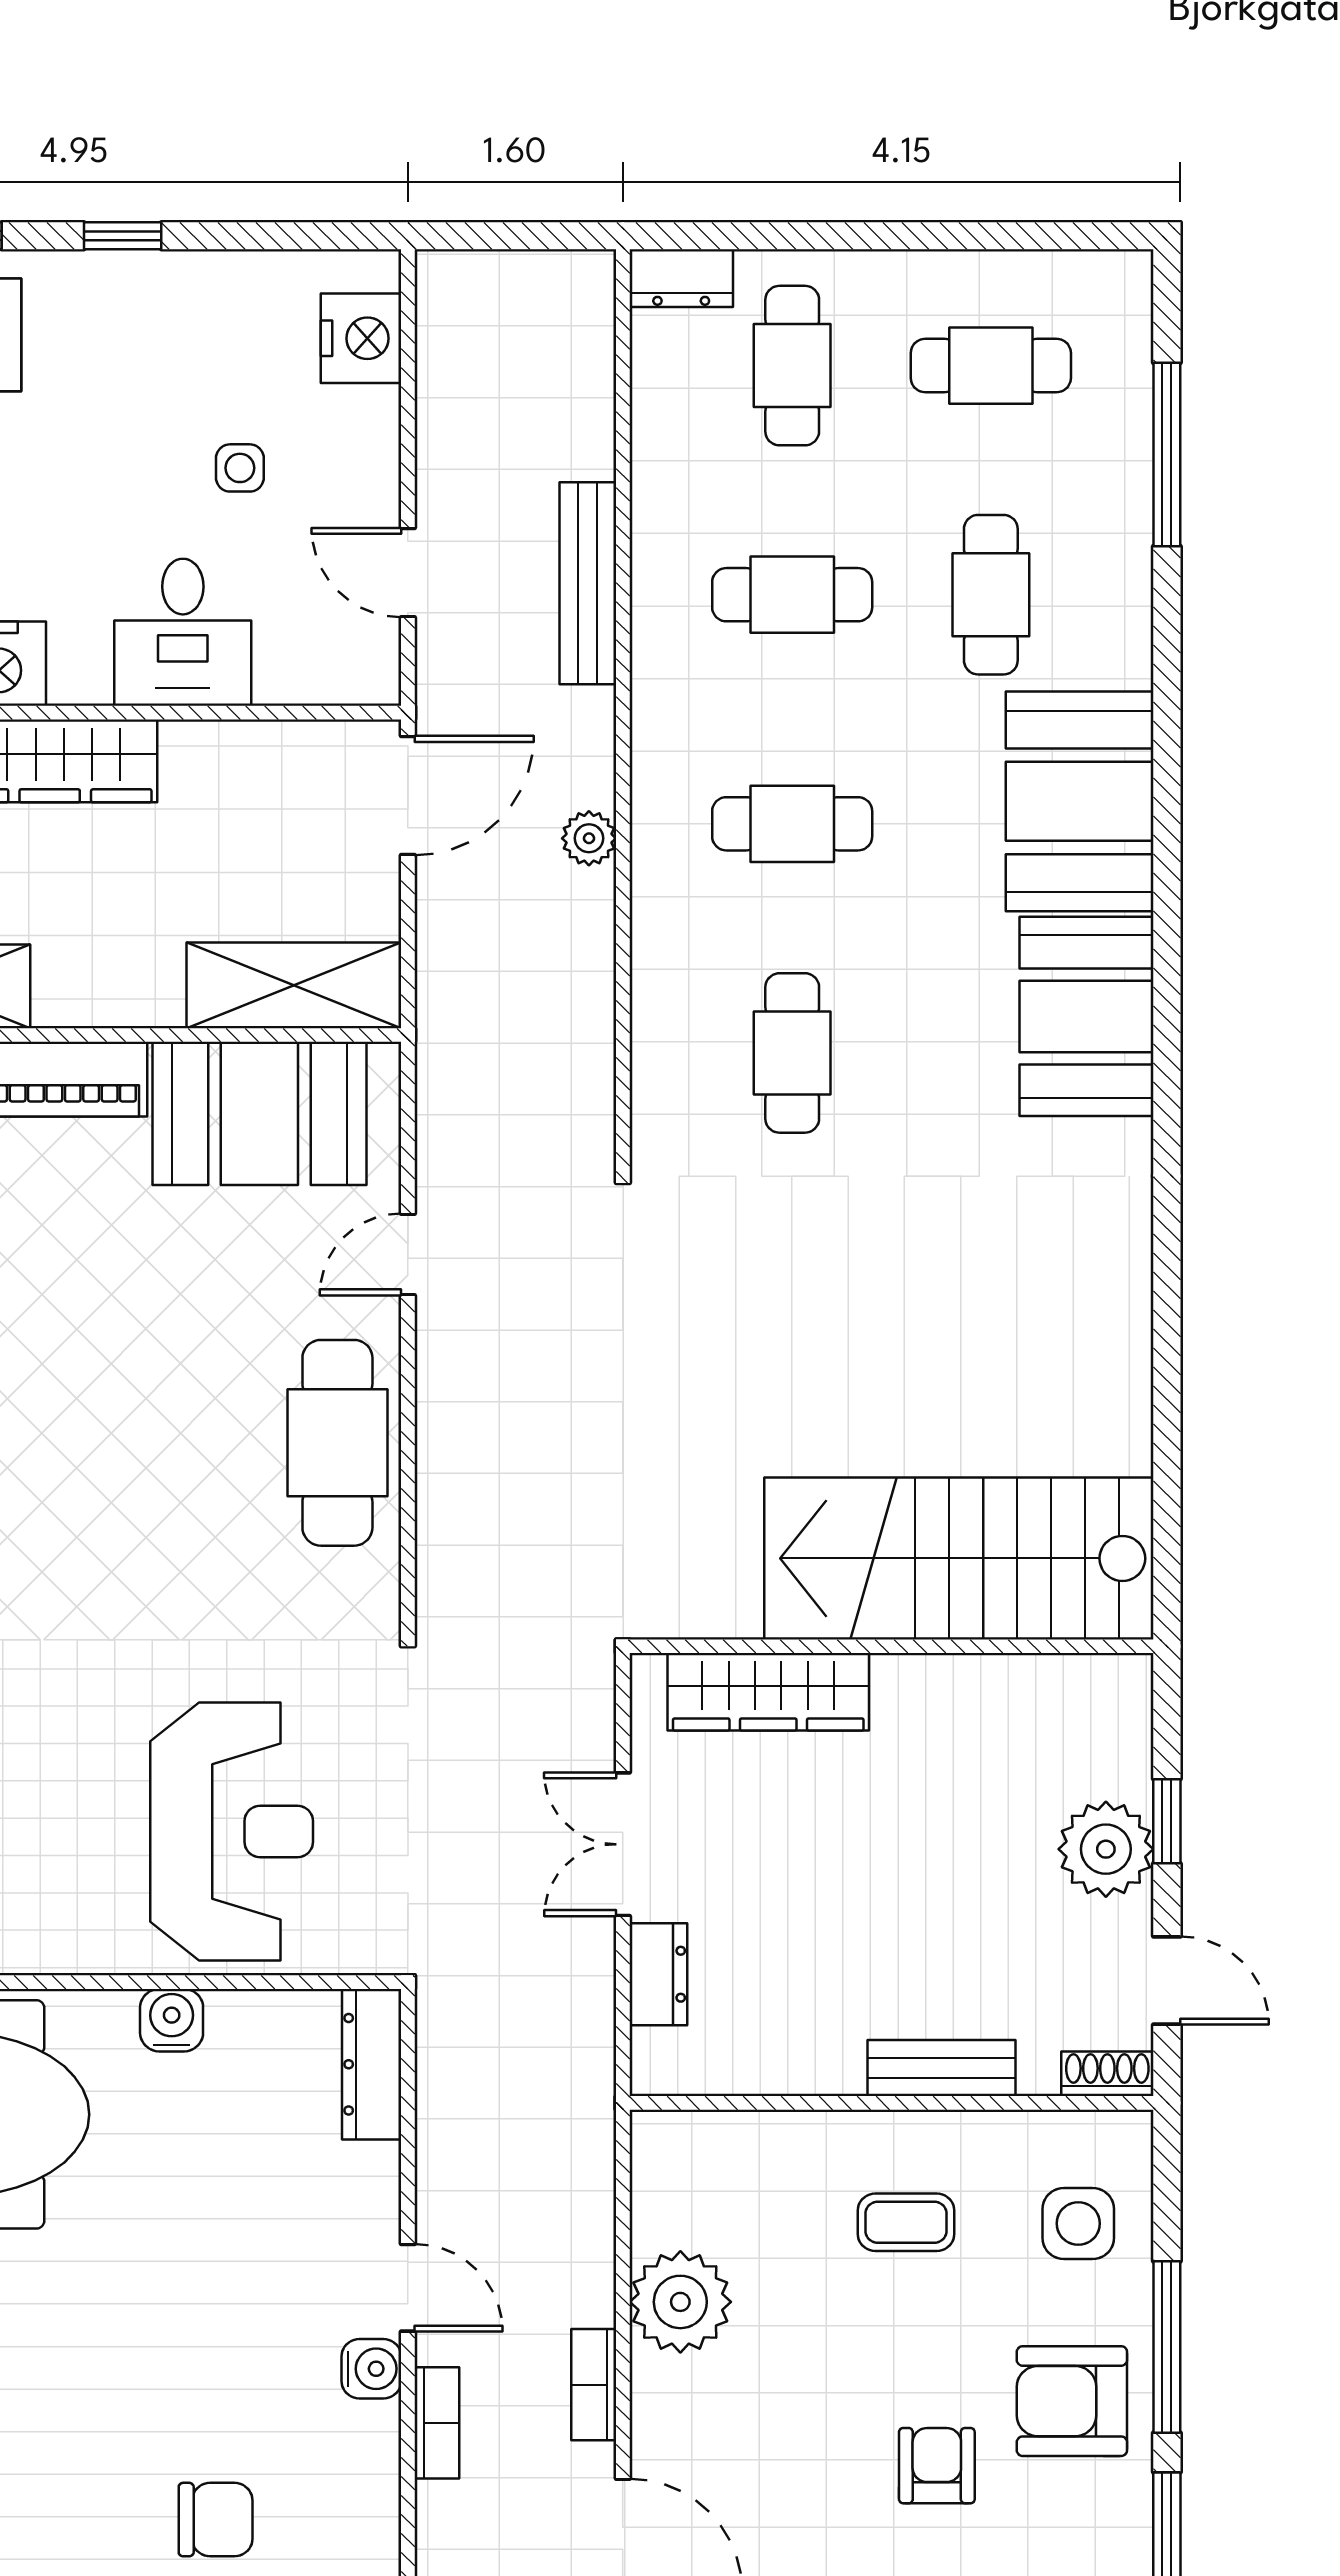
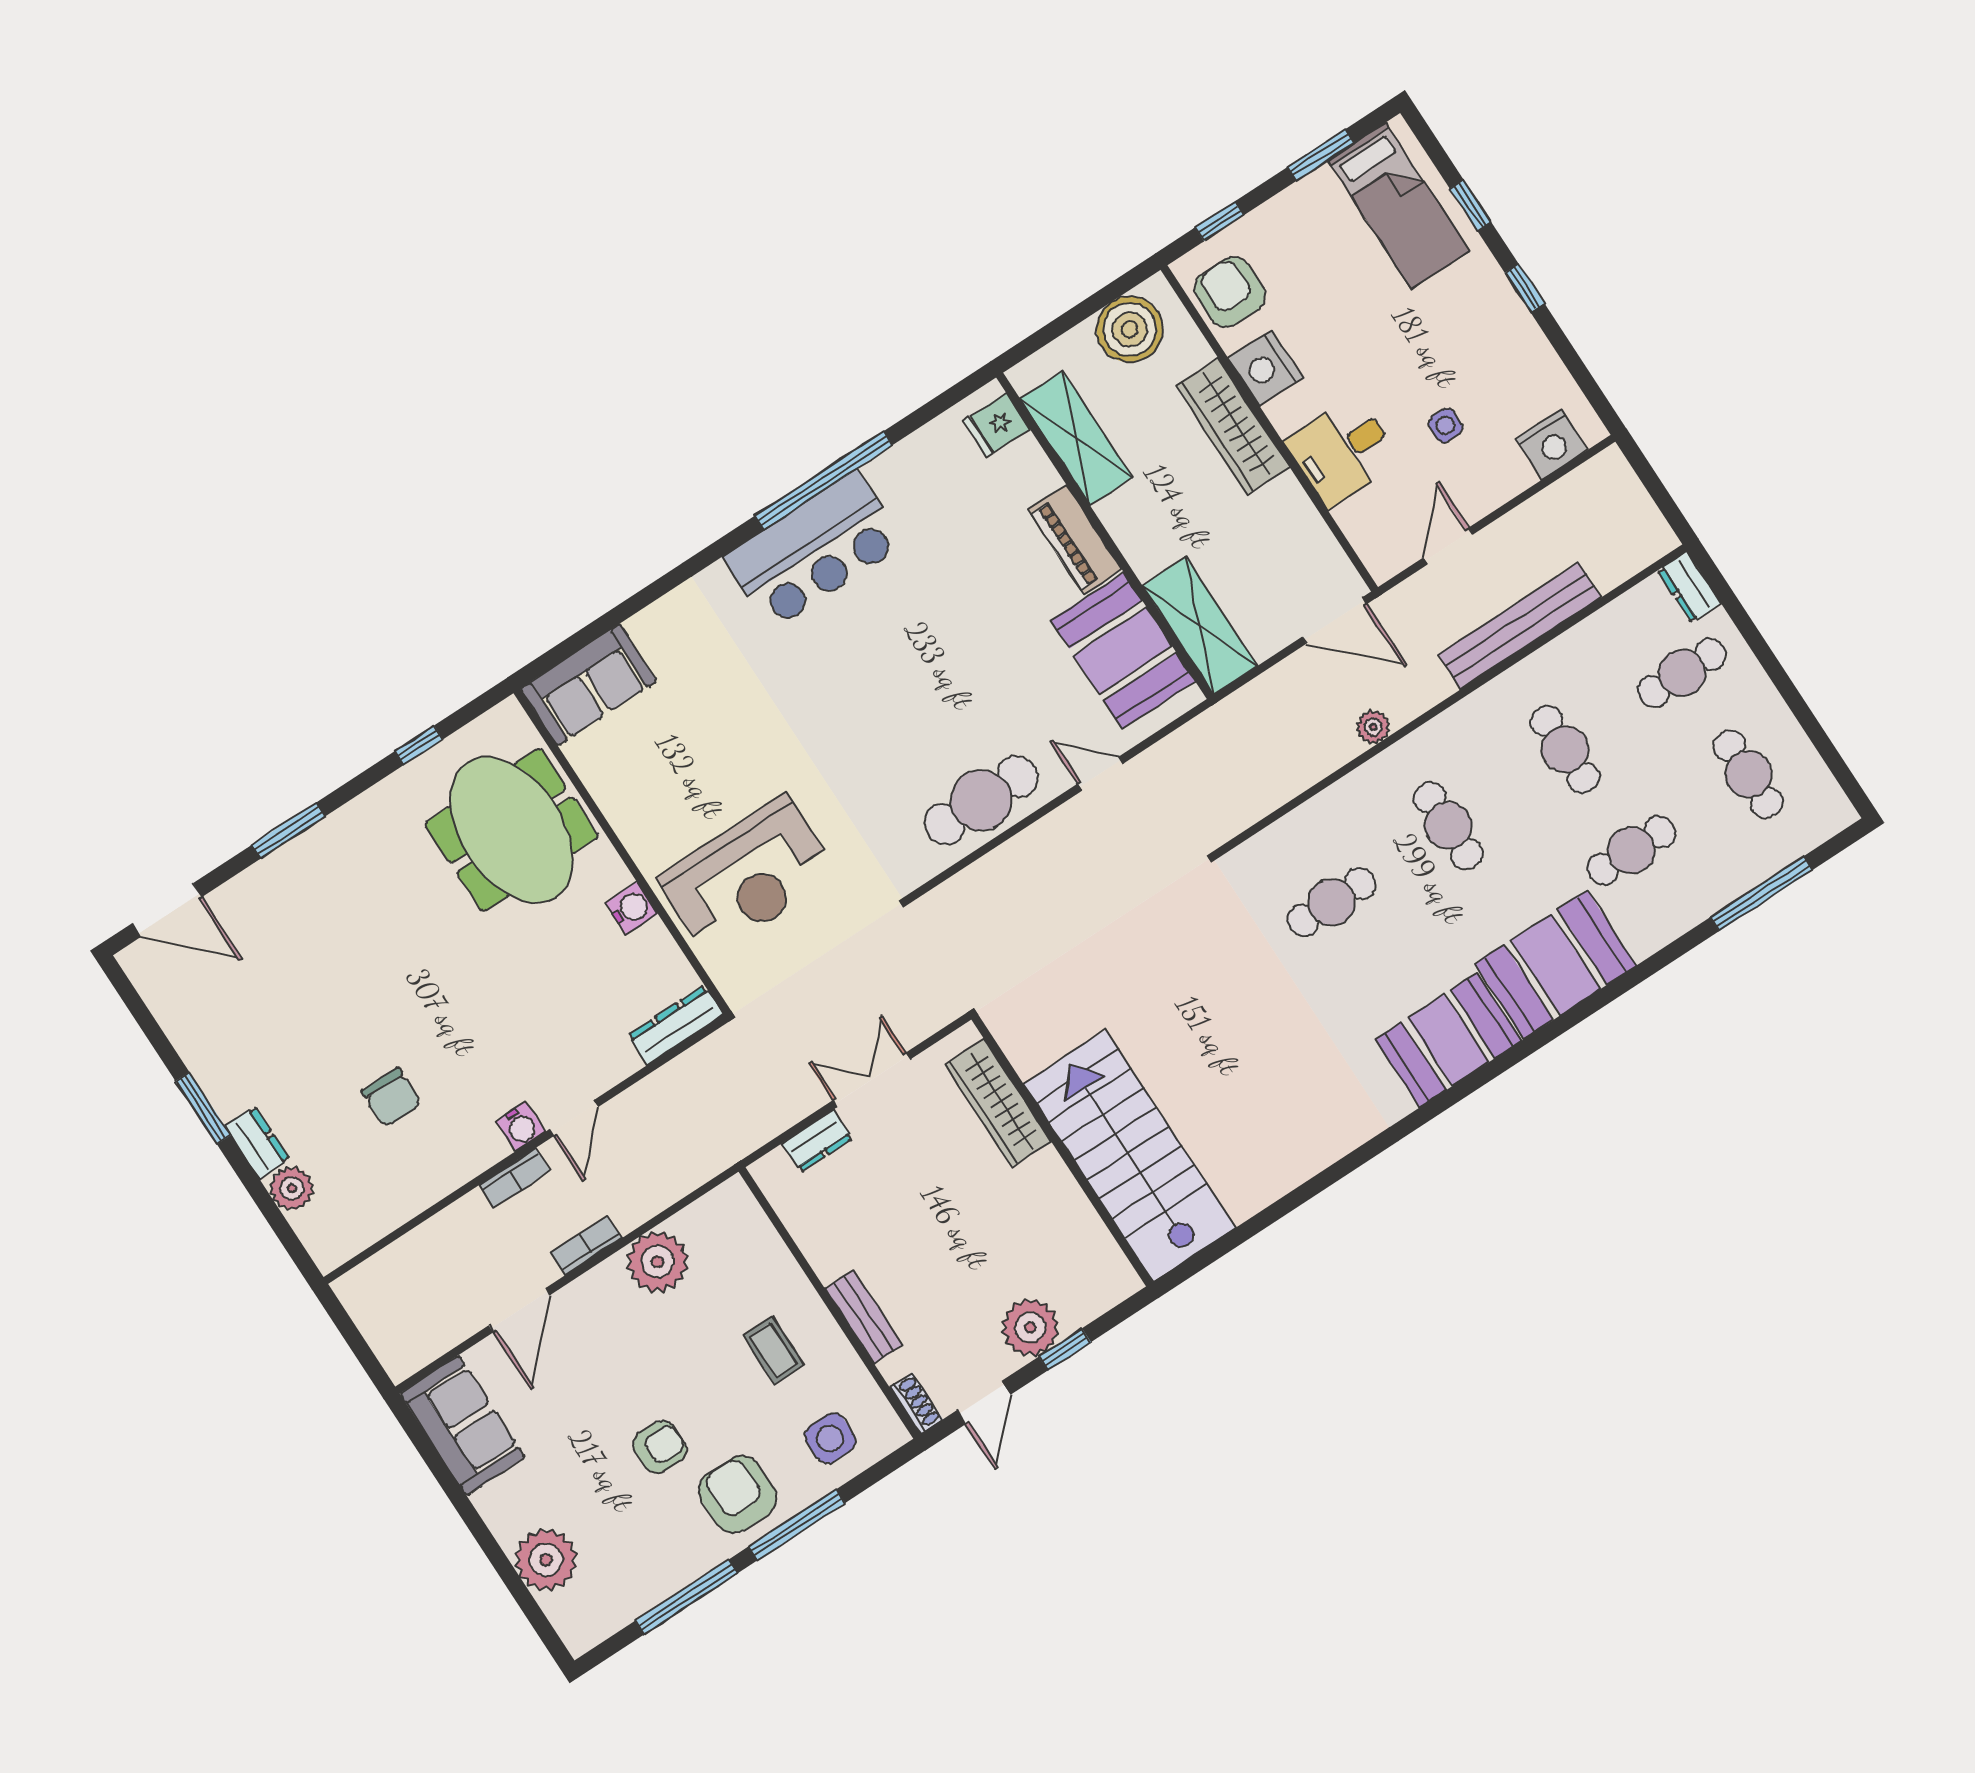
bench: (588, 583) -> (1520, 626), width x1.37, depth x1.21

